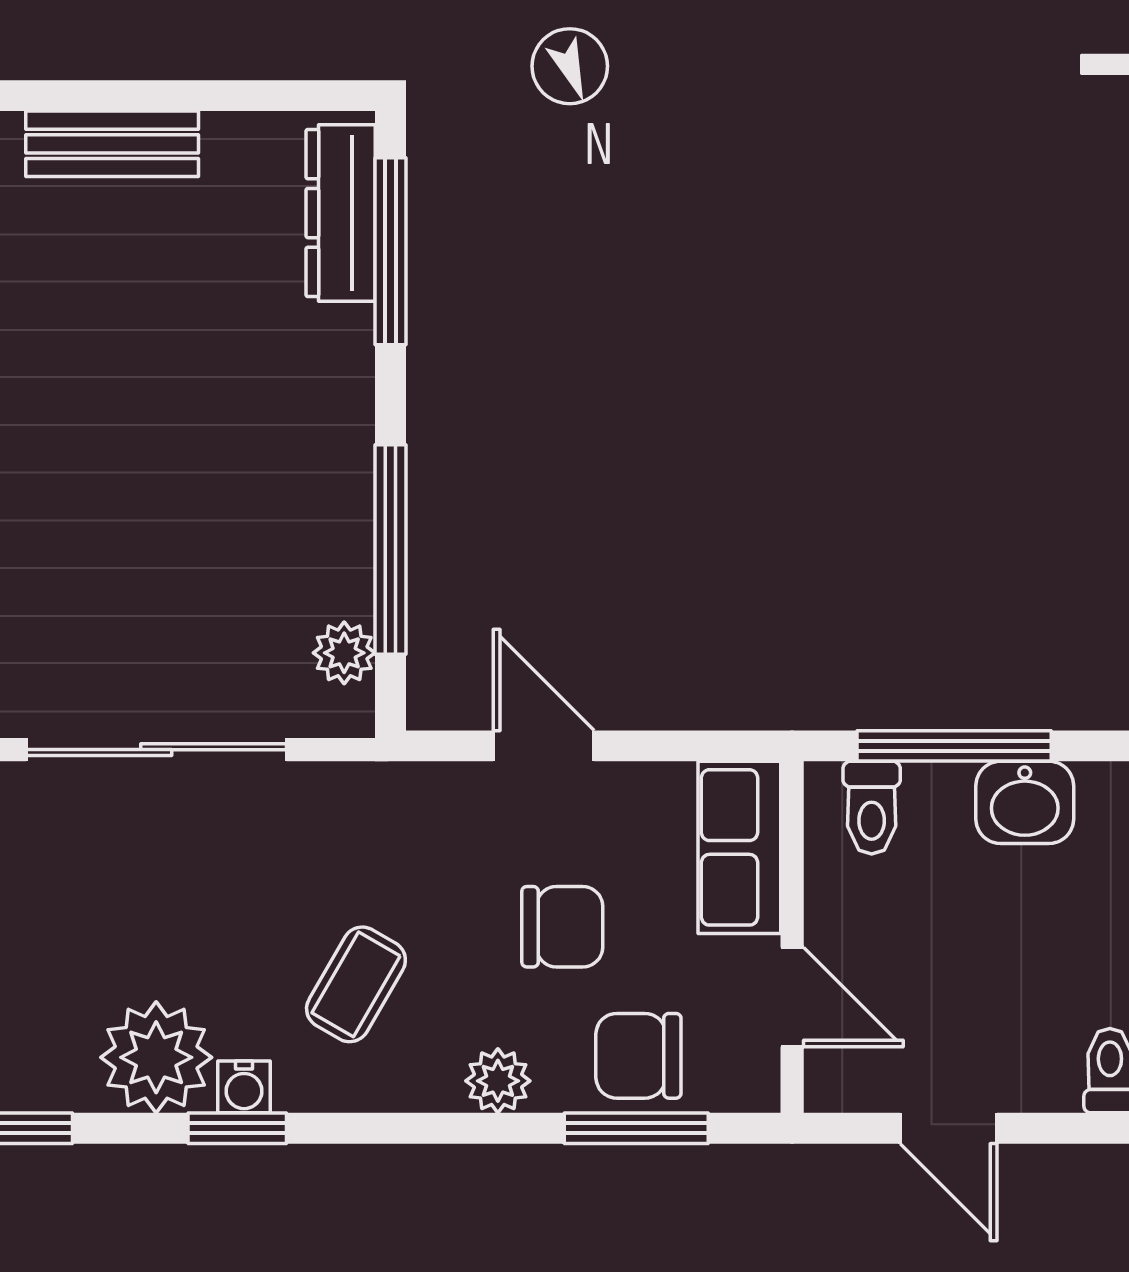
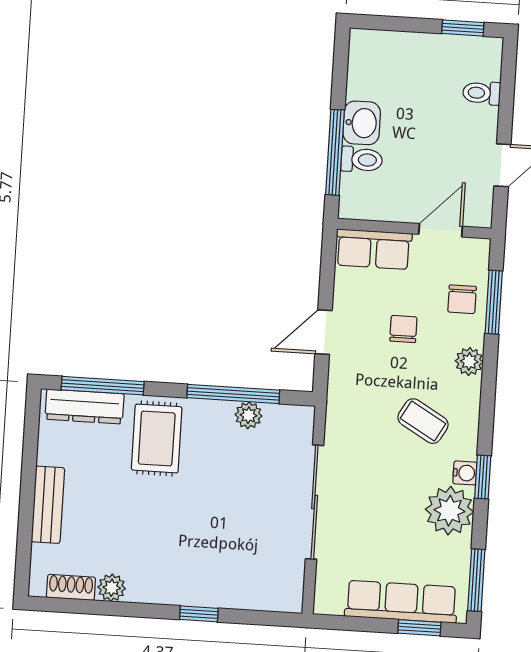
rug: (278, 382) -> (157, 438), added
plant: (344, 653) -> (249, 415), moved
toilet: (872, 808) -> (362, 160), moved
chair: (562, 927) -> (403, 329), width x0.73, depth x0.73
chair: (638, 1056) -> (462, 299), width x0.73, depth x0.73

